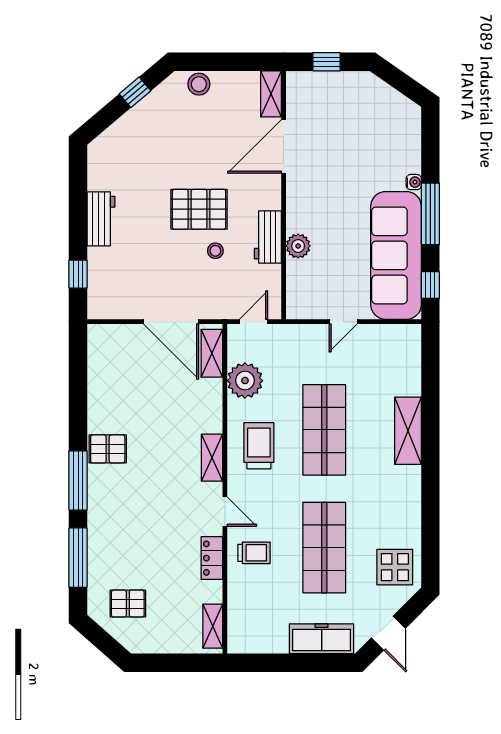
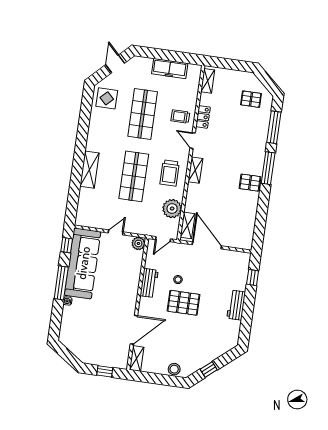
plant: (298, 246) -> (138, 243), moved
freezer: (322, 639) -> (170, 69), moved

